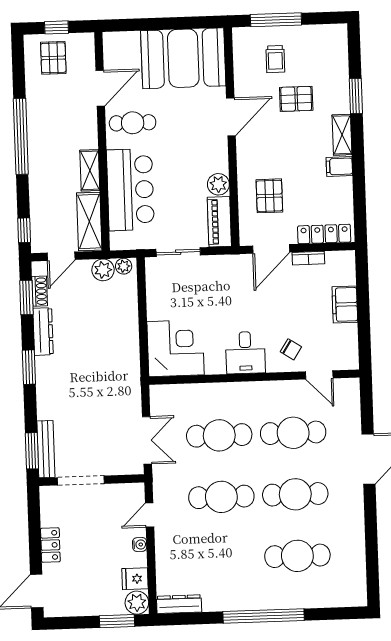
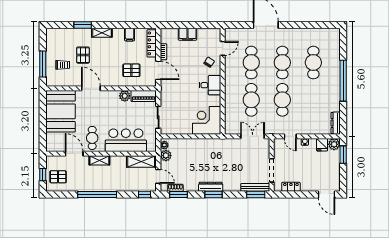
filing cabinet: (339, 166) -> (130, 35), moved
shelving: (90, 170) -> (99, 160), moved
dresser: (43, 331) -> (211, 187), moved
locker: (50, 545) -> (291, 187), moved

